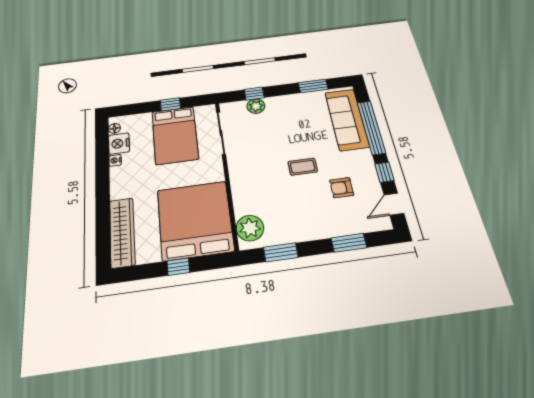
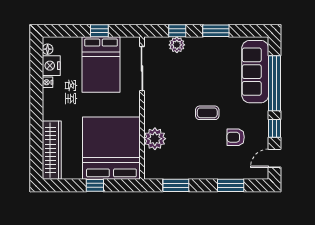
window: (313, 86) -> (216, 31), moved
plant: (250, 228) -> (155, 139), moved

